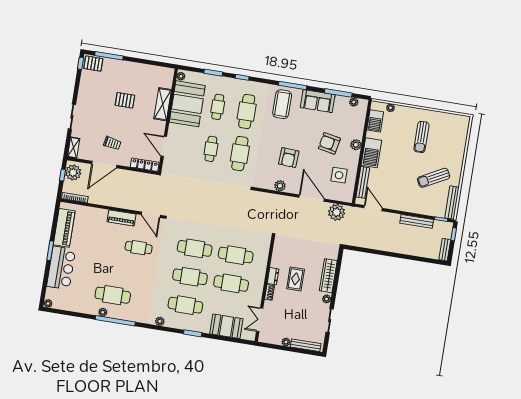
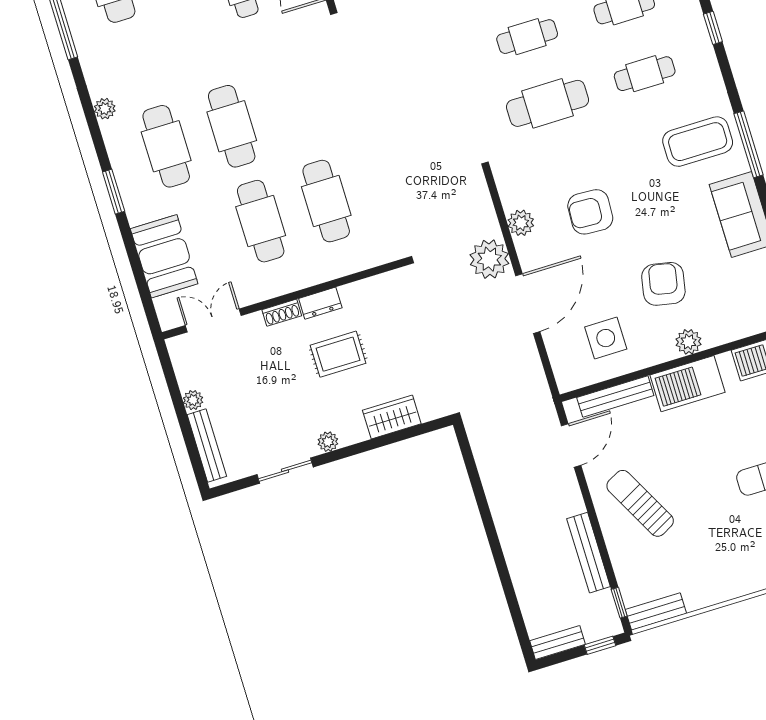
cafe table: (247, 112) -> (645, 74), width x0.73, depth x0.74
sun lounger: (434, 178) -> (640, 503), moved
bench: (452, 203) -> (656, 611), width x0.73
plant: (337, 212) -> (489, 259), moved
cafe table: (195, 248) -> (297, 106), removed
wardrobe: (328, 276) -> (392, 417), width x0.67

